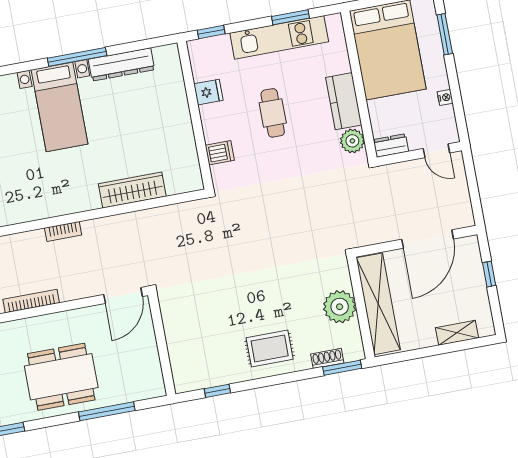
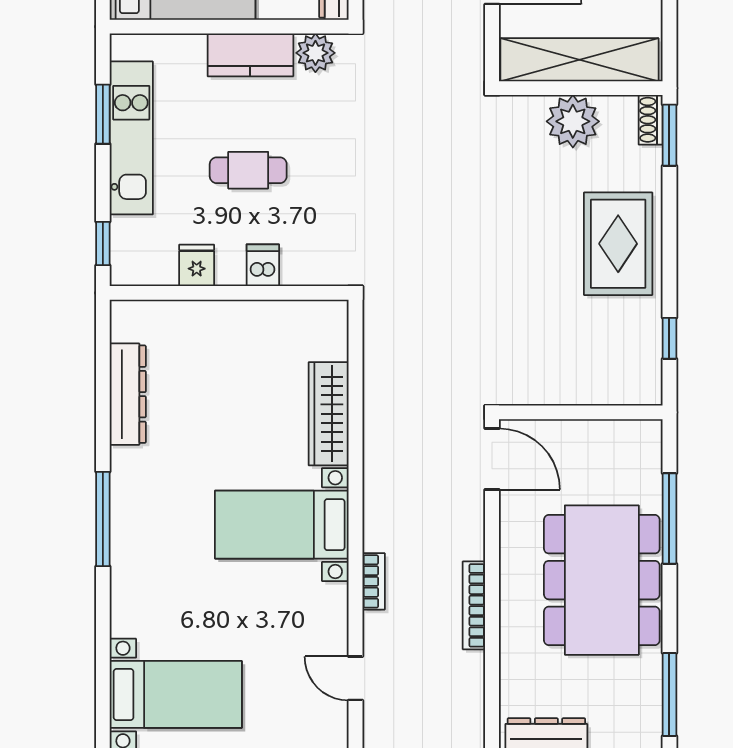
window: (77, 57) -> (103, 519), moved
bed with nightstands: (59, 107) -> (282, 525), moved, turned 180
dishwasher: (220, 153) -> (263, 265), moved
bookcase: (63, 231) -> (374, 581), moved
rug: (270, 348) -> (618, 244), width x1.36, depth x1.43
shoe rack: (327, 358) -> (651, 120), moved
dining table: (61, 377) -> (602, 580), width x1.36, depth x1.24

